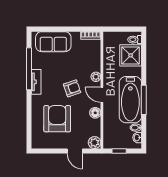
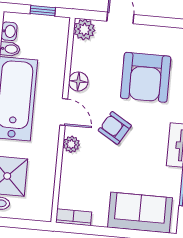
armchair: (72, 88) -> (115, 128), turned 50

